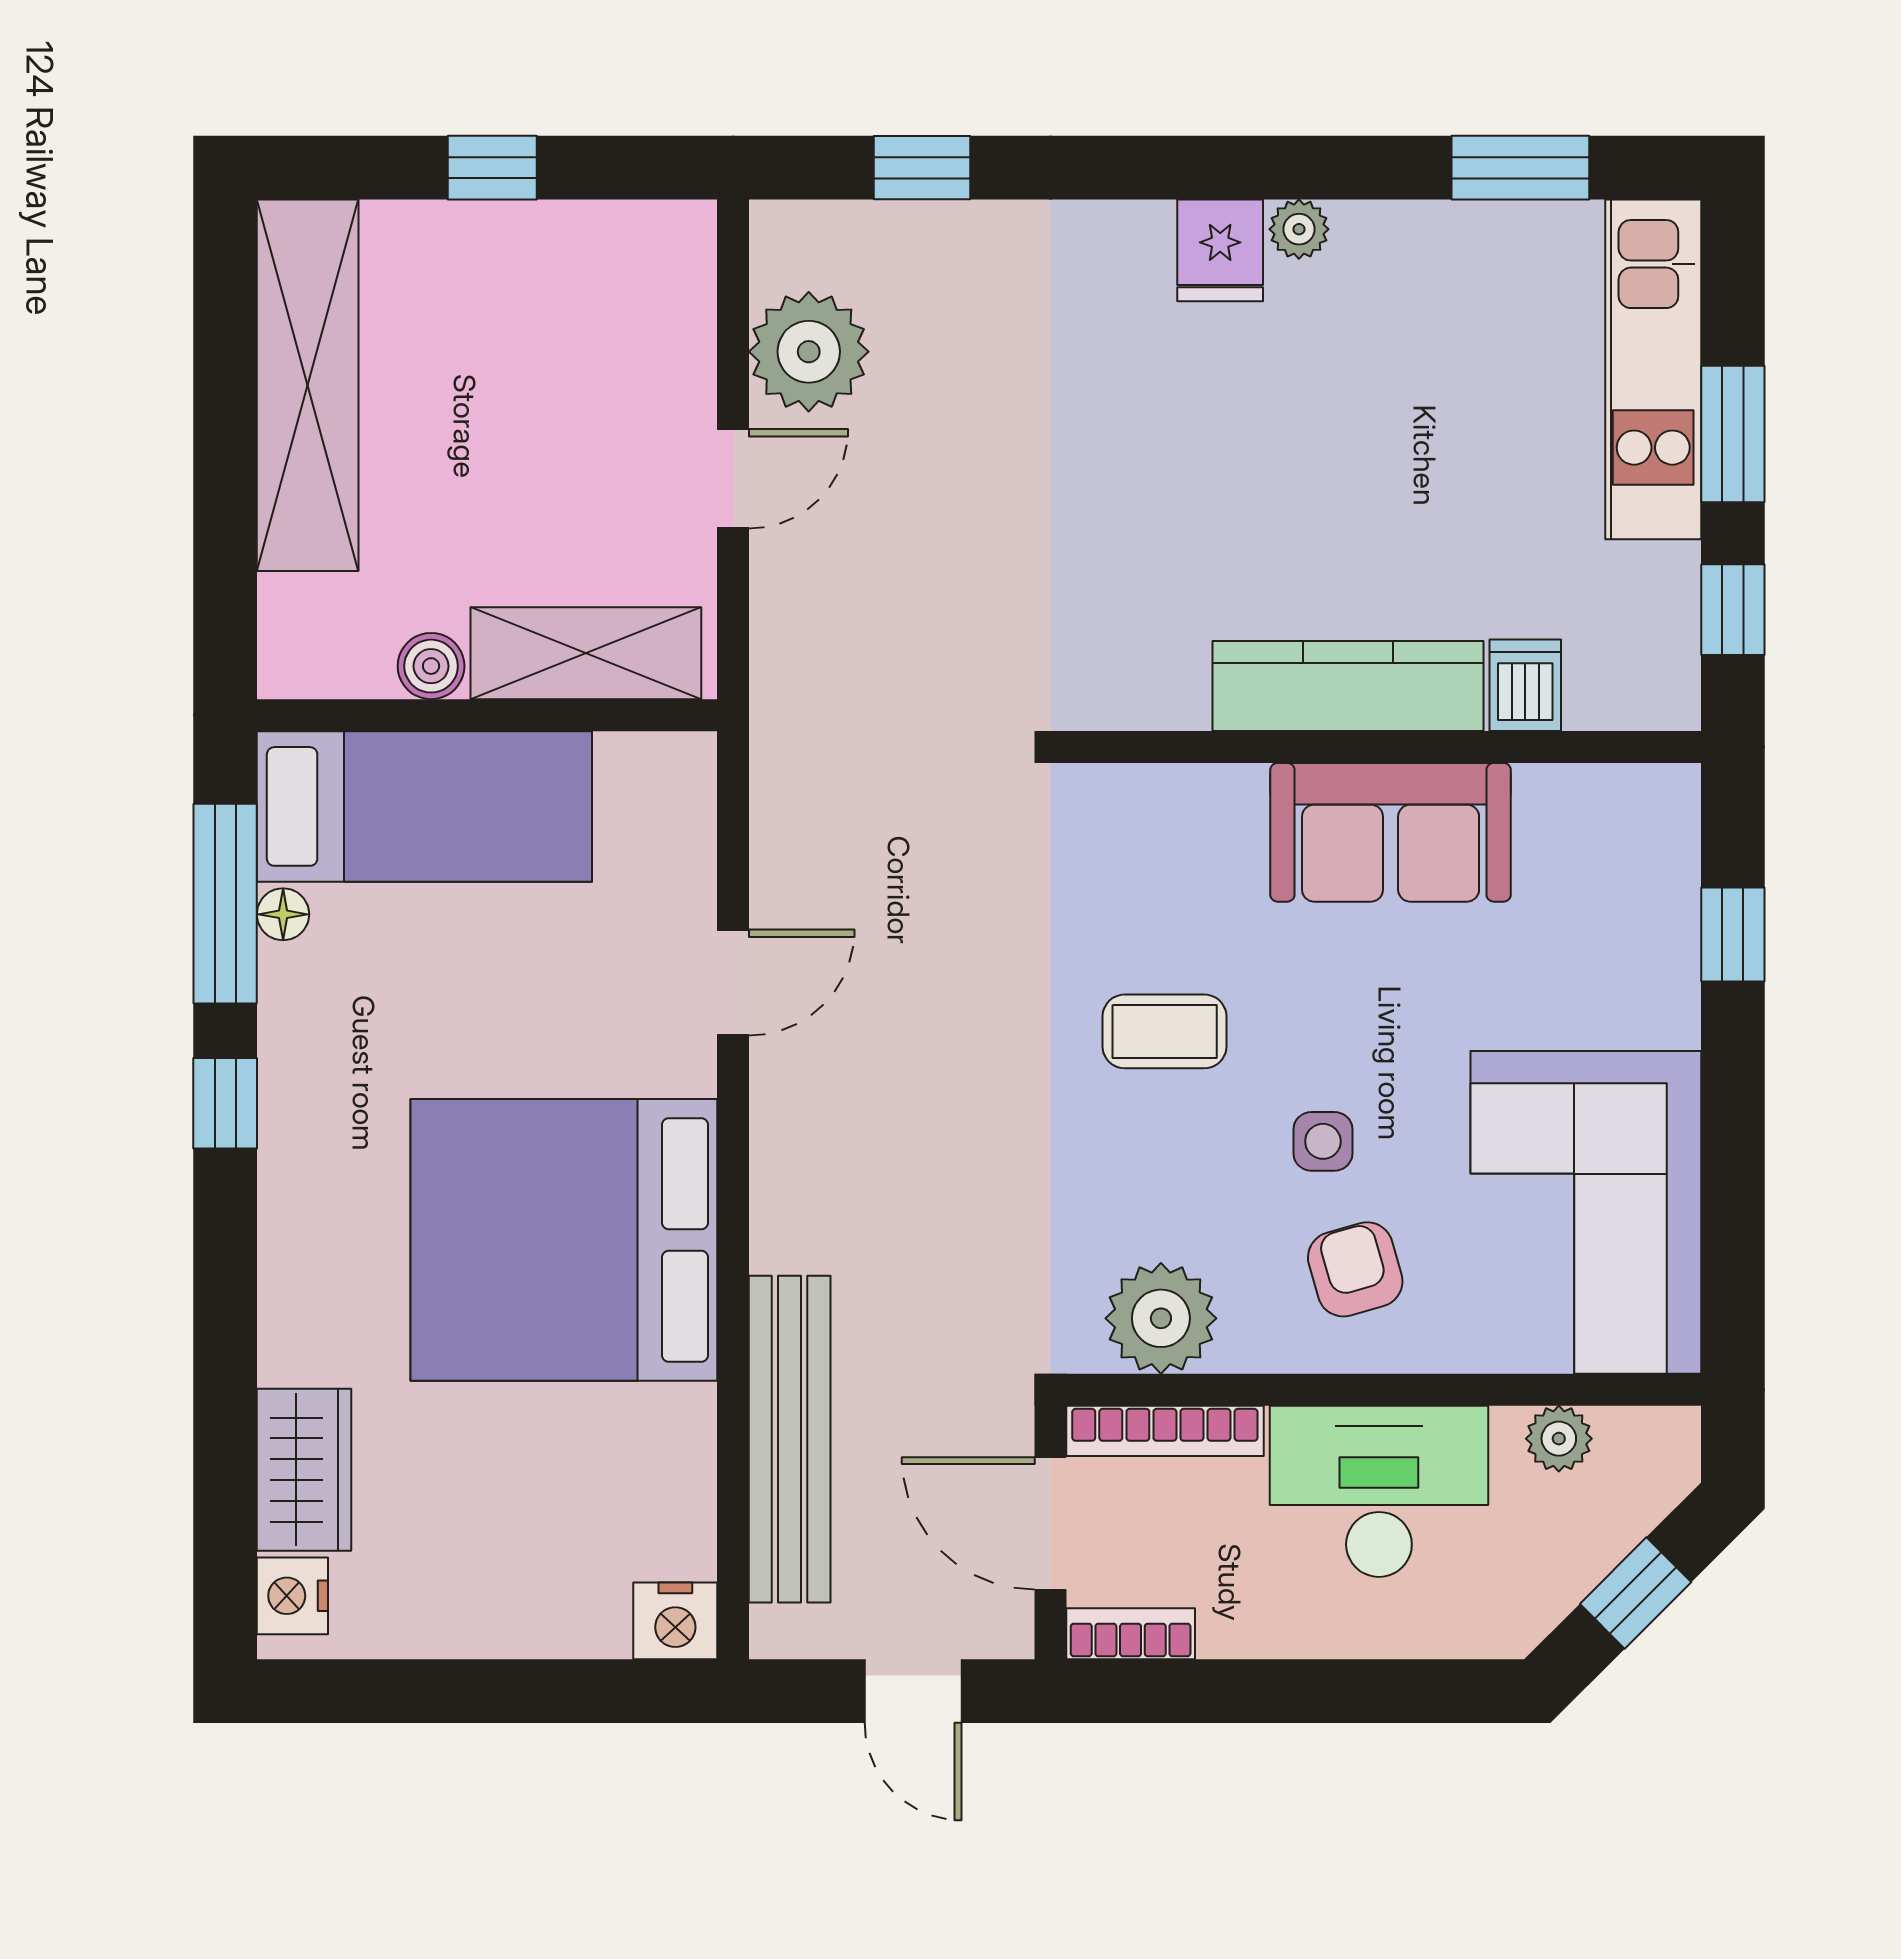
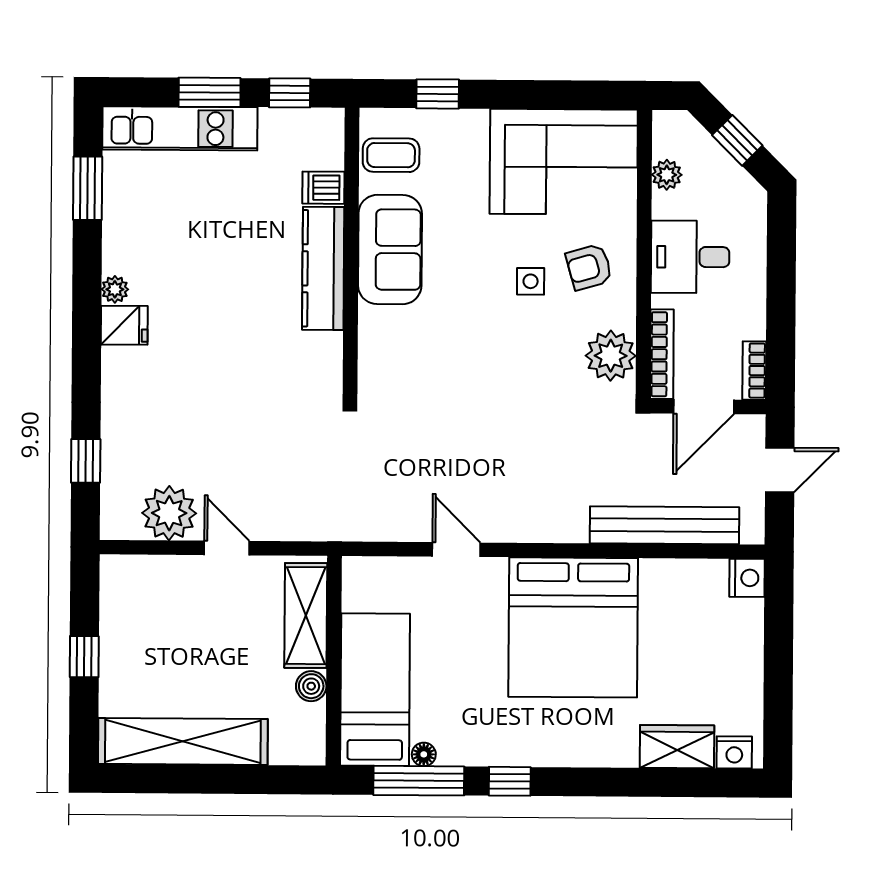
coffee table: (1165, 1031) -> (391, 155), moved, turned 90
desk: (1379, 1491) -> (690, 257), width x0.73

